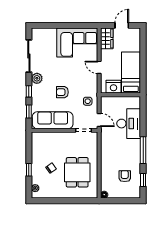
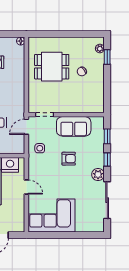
wardrobe: (107, 38) -> (18, 220), removed
sofa: (53, 120) -> (74, 126), width x0.73
door: (99, 120) -> (26, 127), hinge flipped
window: (29, 170) -> (107, 57), moved
dining table: (77, 172) -> (52, 67), turned 90

